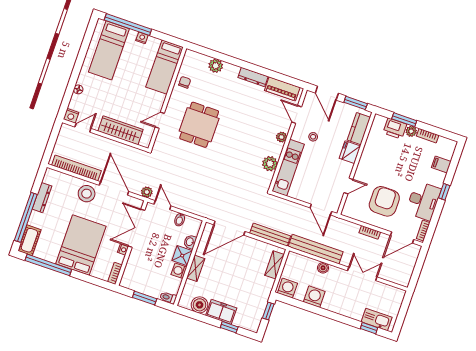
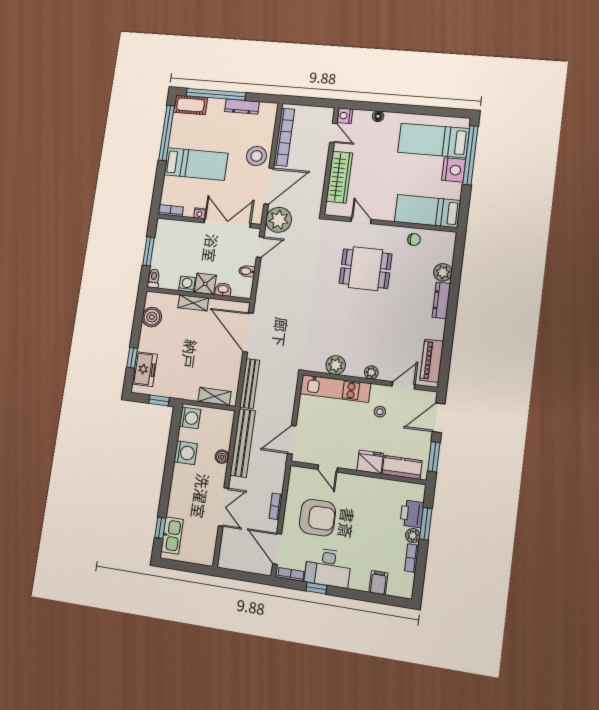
nightstand: (142, 38) -> (454, 170), width x1.89, depth x1.79
dresser: (253, 77) -> (441, 300), moved
plant: (147, 192) -> (279, 220), width x1.87, depth x1.87
window: (444, 192) -> (316, 588), moved
bed: (81, 245) -> (196, 164), width x0.67
freezer: (221, 312) -> (145, 369), moved

